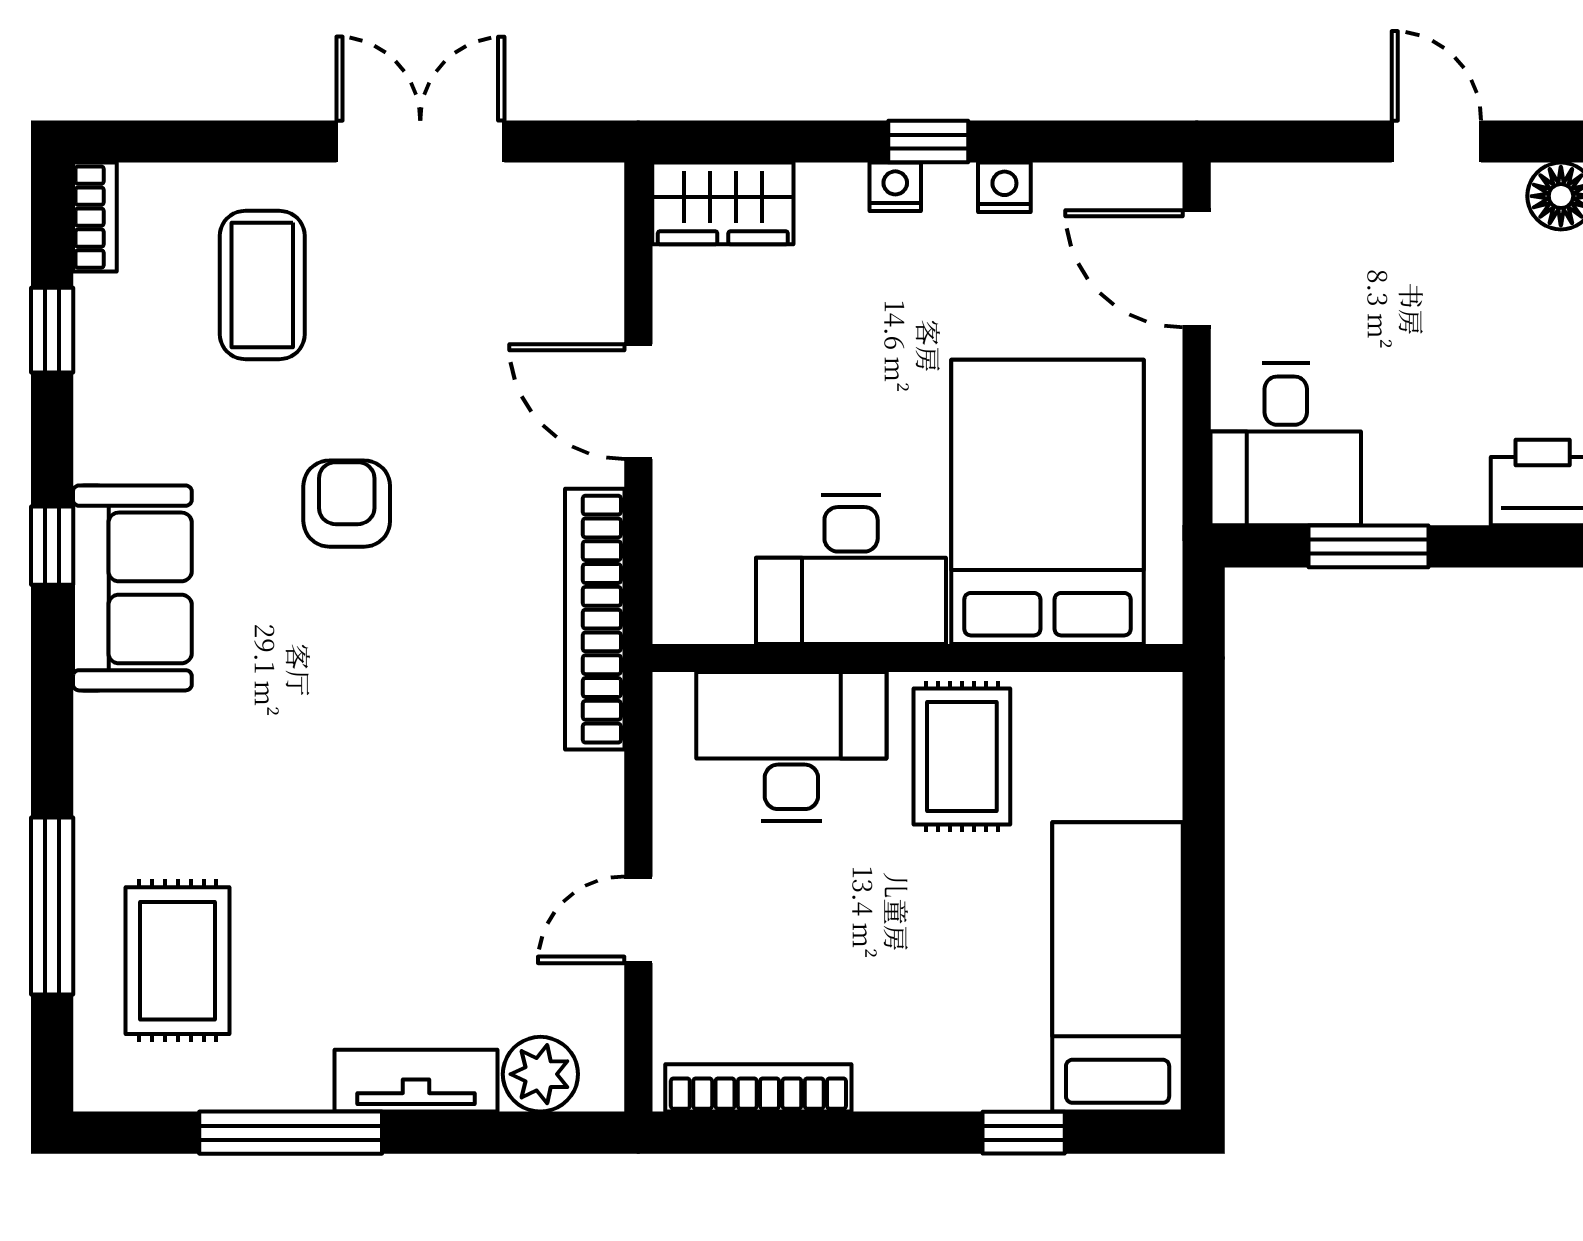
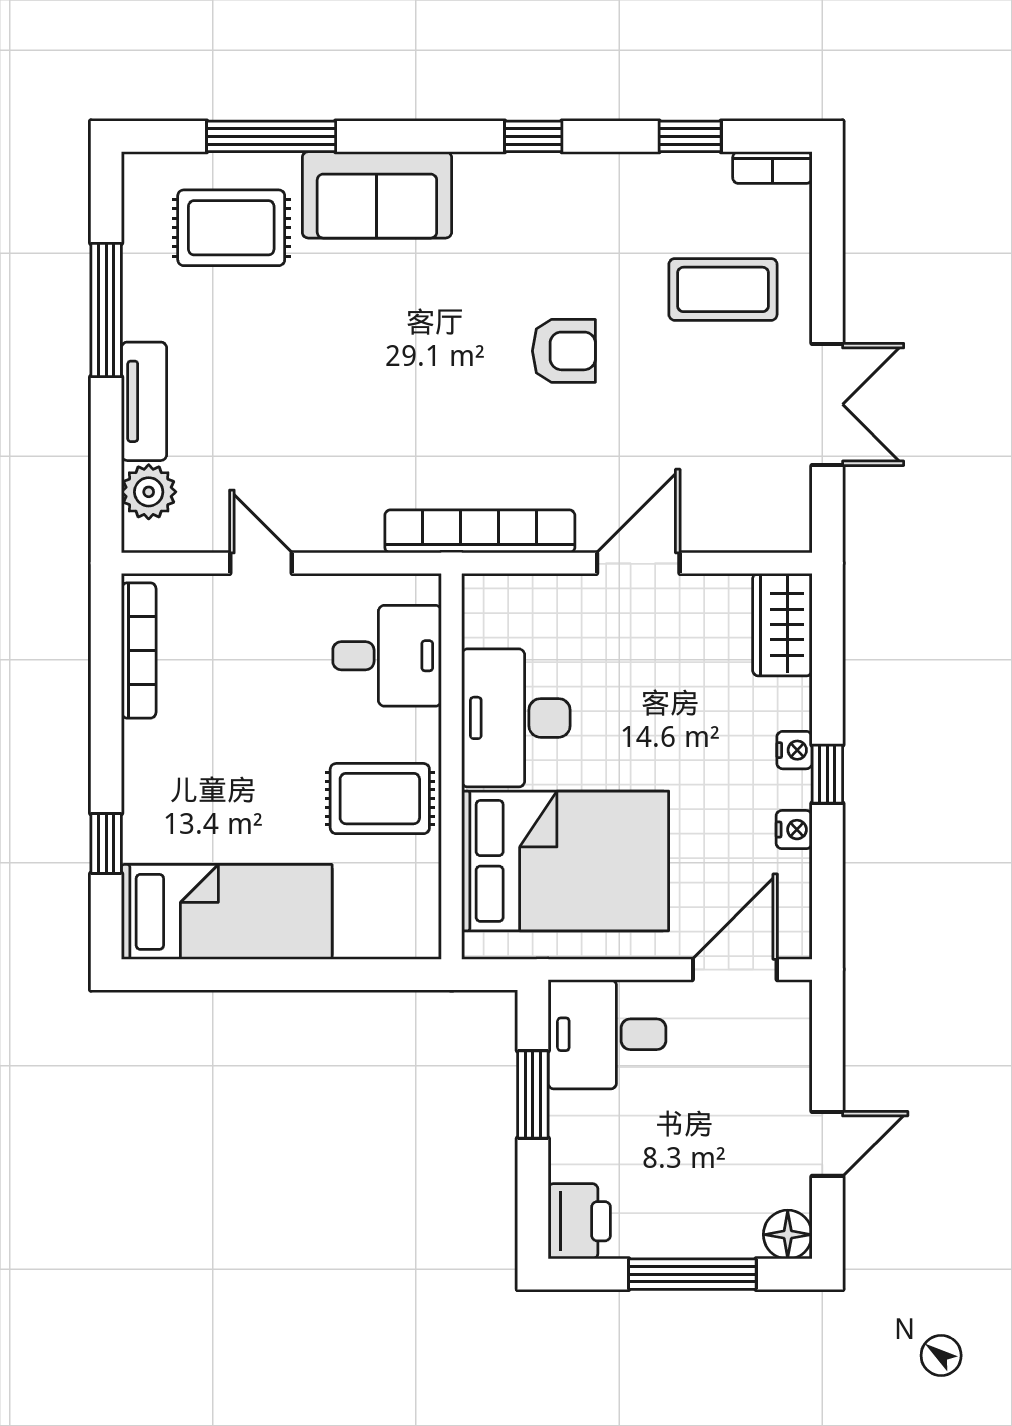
sofa: (132, 588) -> (377, 195), moved
desk: (791, 747) -> (387, 656), width x0.73

